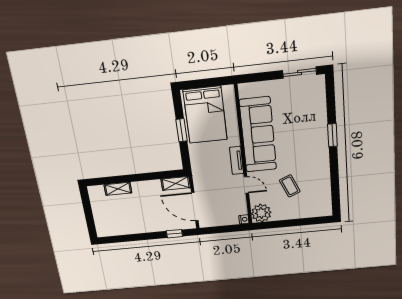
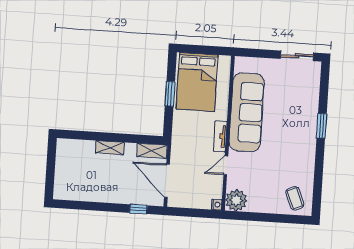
door: (246, 185) -> (226, 165), swing flipped
coffee table: (290, 186) -> (295, 198), moved
shelving: (118, 189) -> (110, 148), moved

